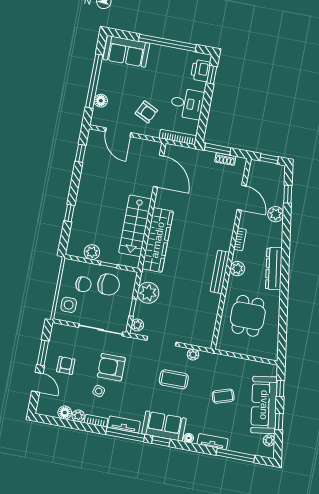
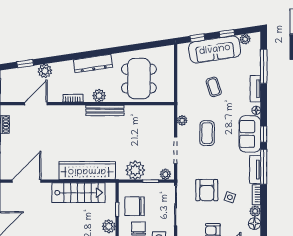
chair: (109, 285) -> (135, 206), turned -90
dining table: (248, 316) -> (139, 79), width x1.37

